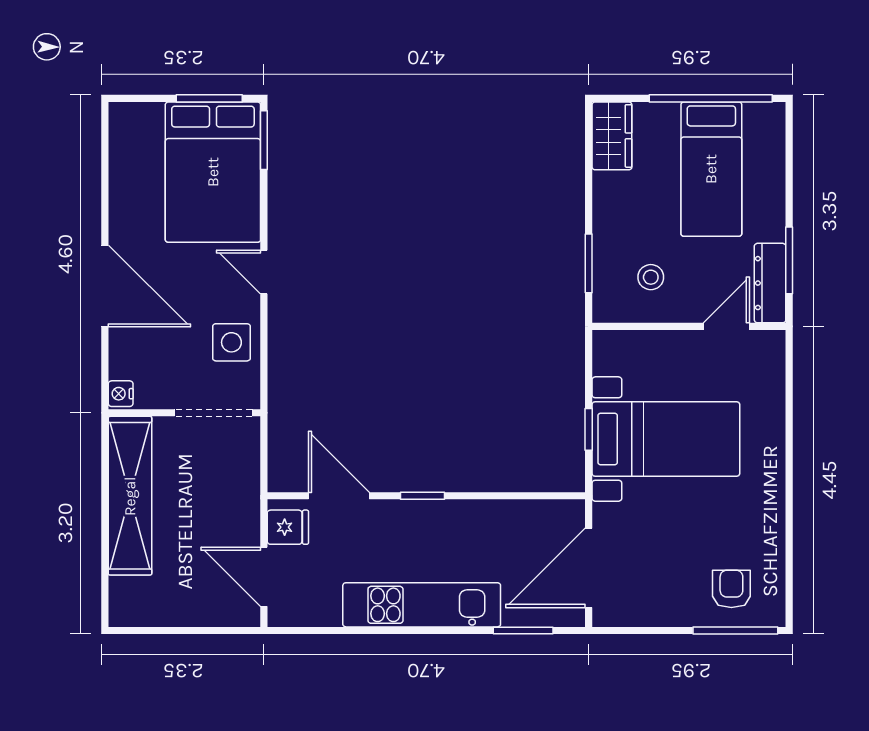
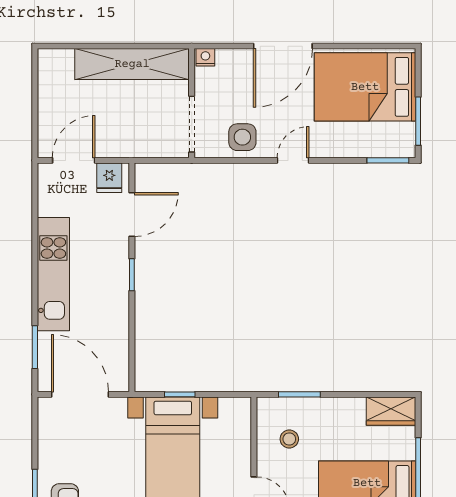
bed: (213, 172) -> (365, 87), moved

